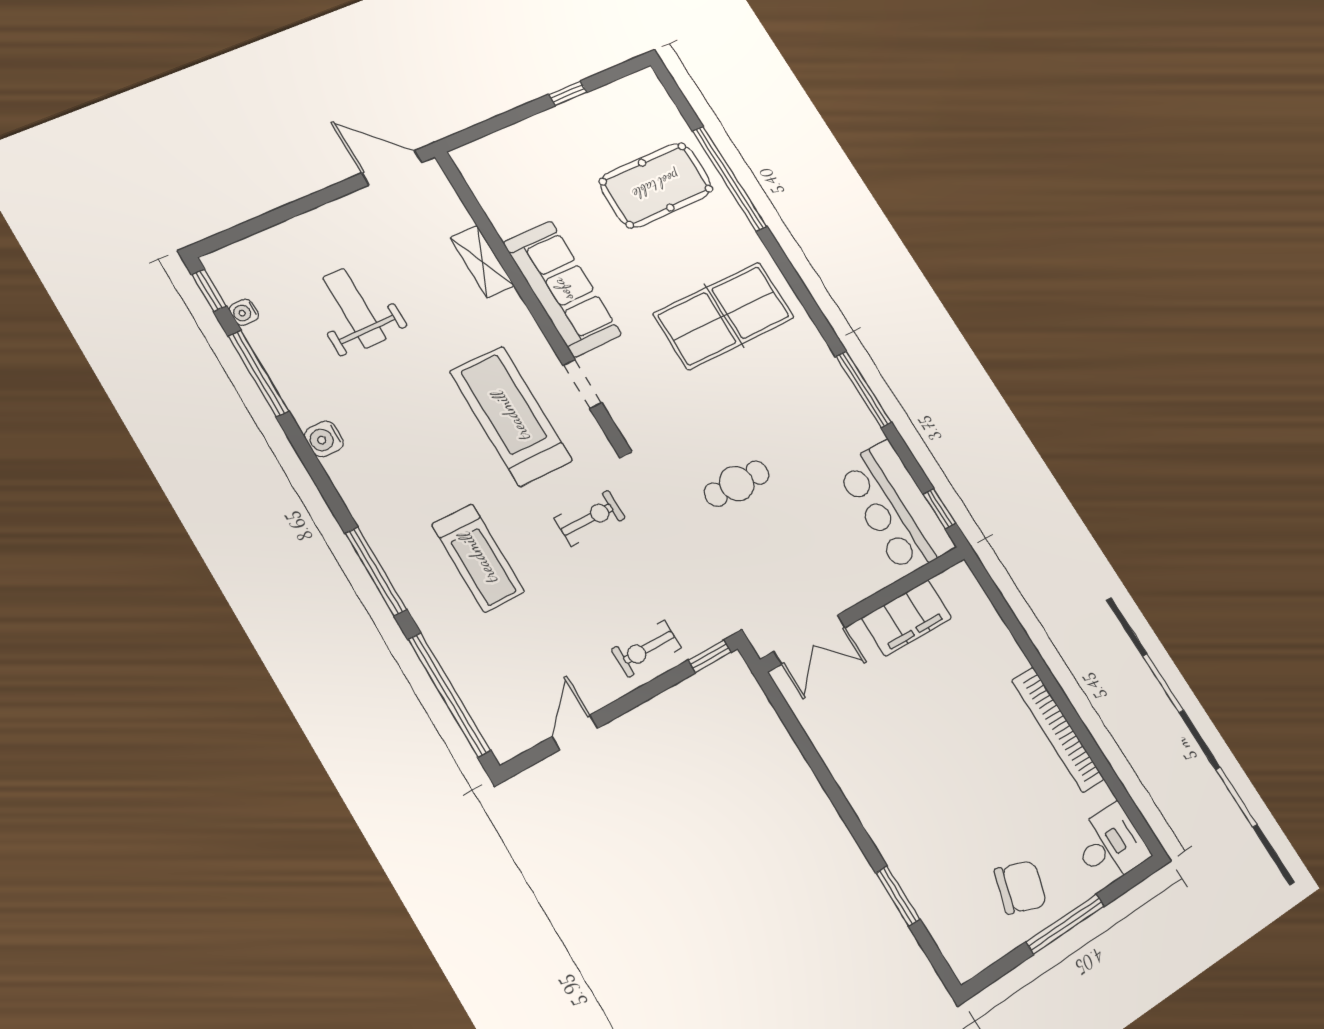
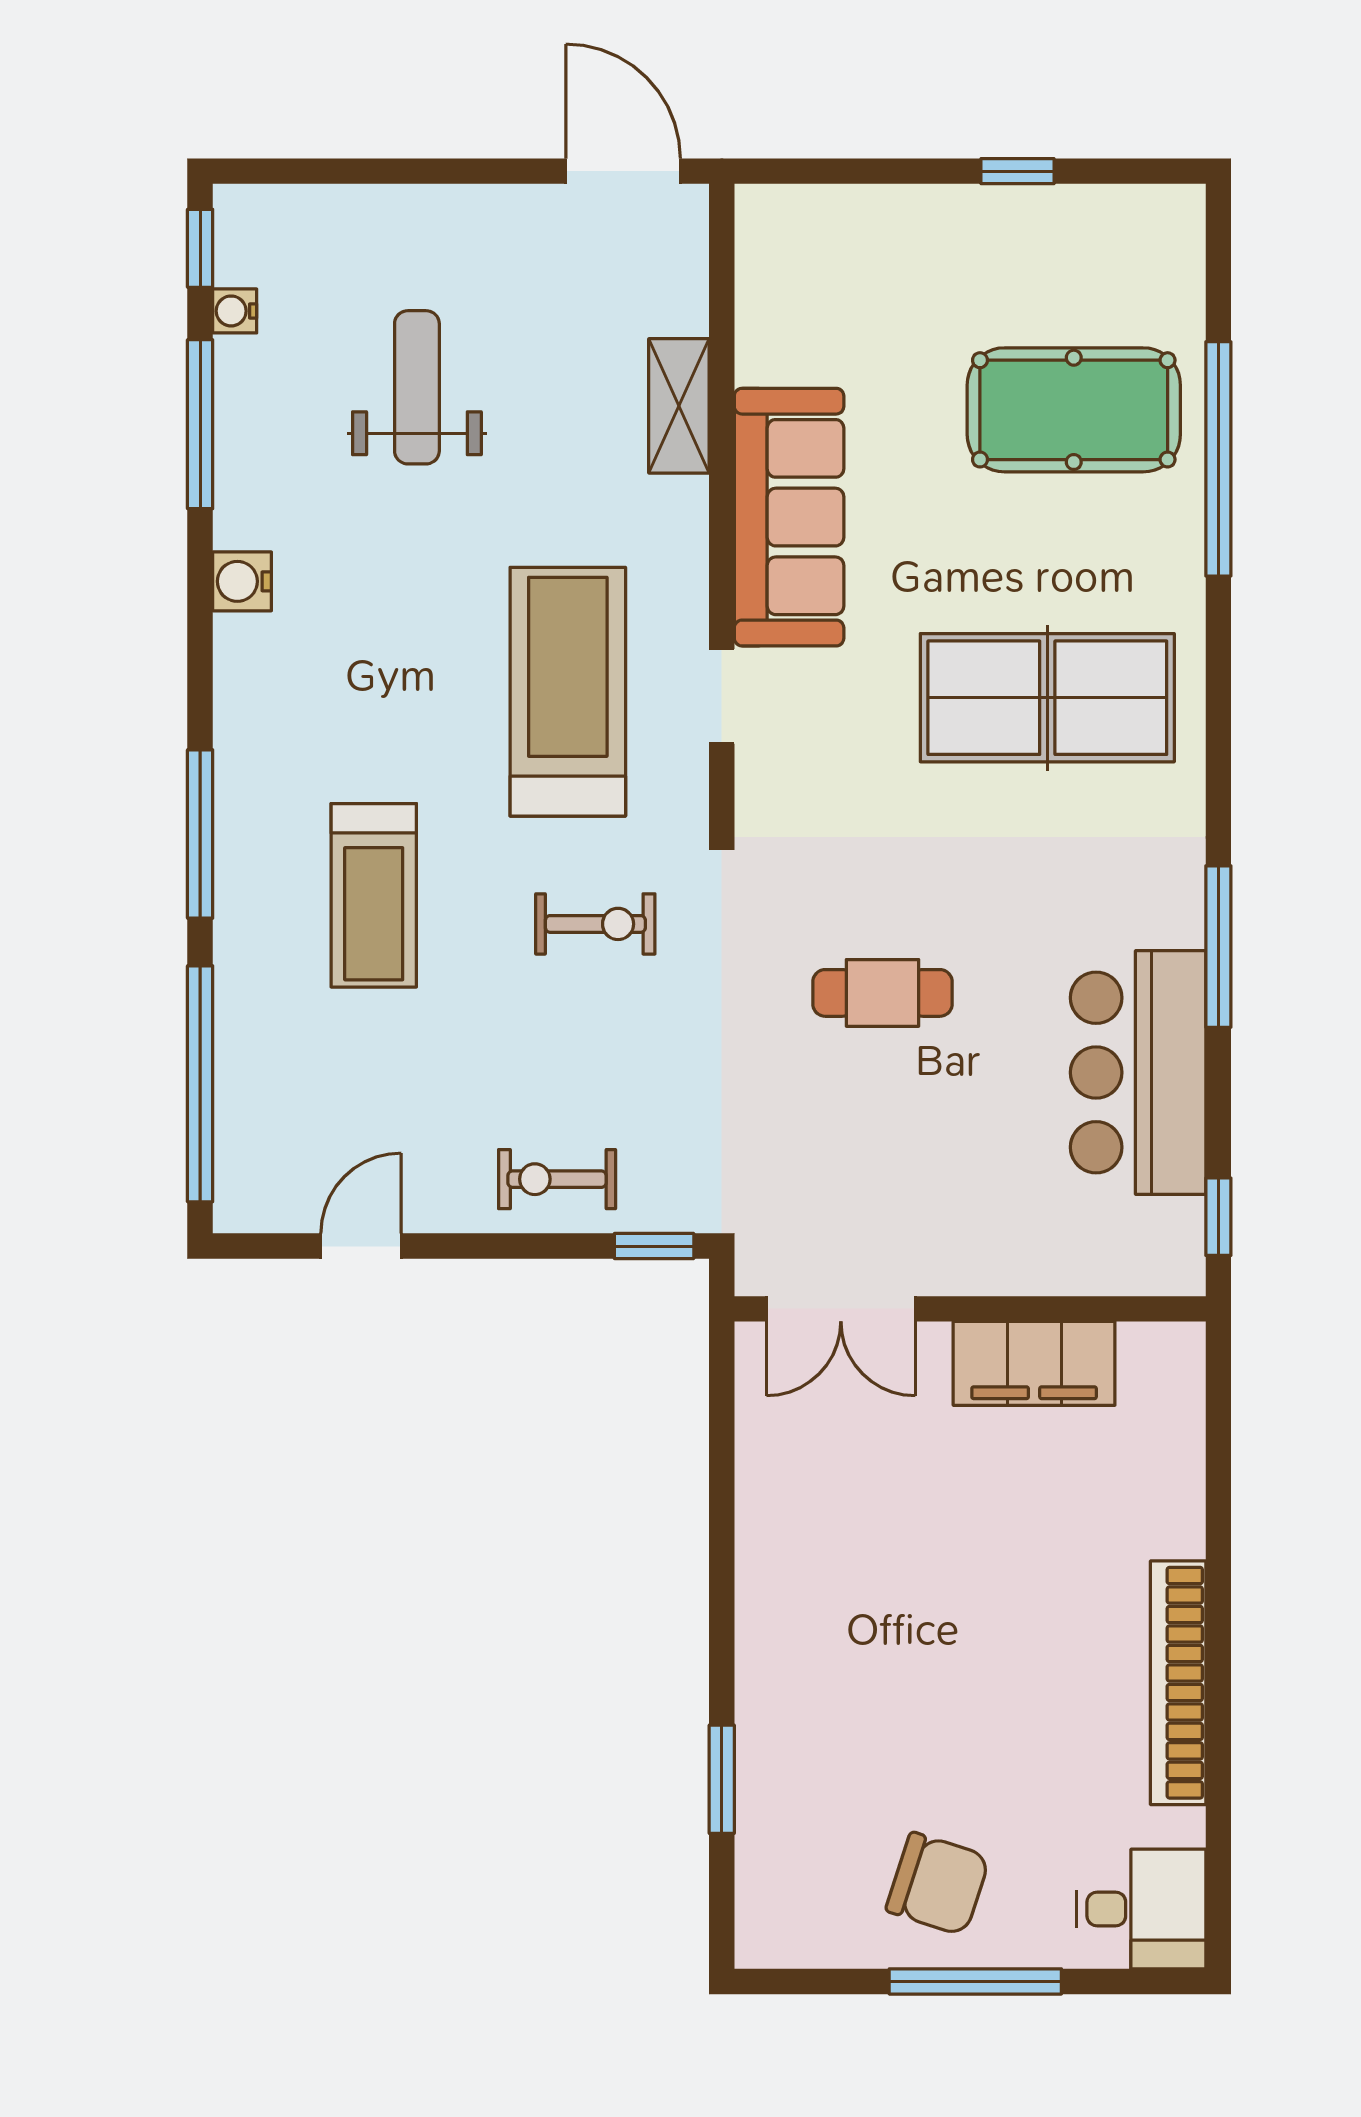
bar counter: (895, 508) -> (1138, 1072), moved

